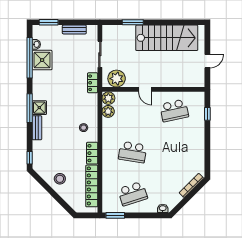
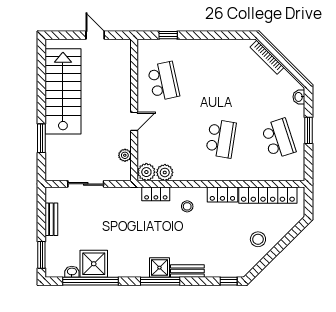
plant: (117, 79) -> (125, 155), width x0.53, depth x0.53
locker: (93, 83) -> (156, 194), moved
window: (115, 215) -> (308, 130), moved

